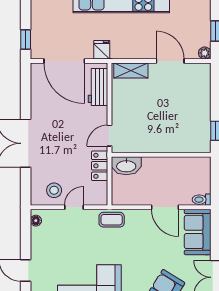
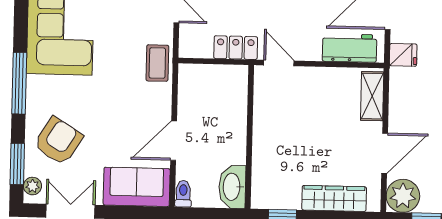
plant: (205, 53) -> (403, 196), width x1.88, depth x1.88
wardrobe: (202, 95) -> (334, 198), added
washbasin: (126, 166) -> (232, 187), moved

